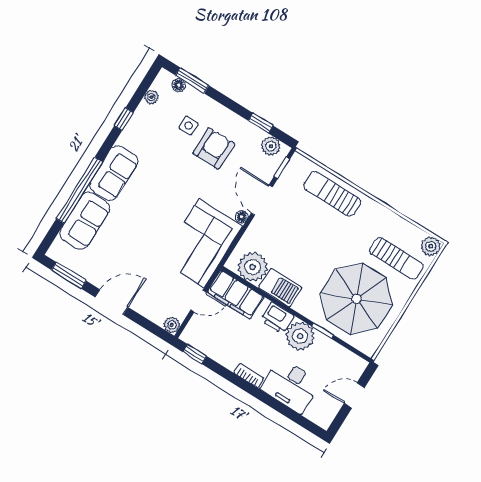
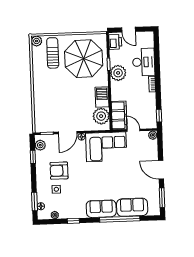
sun lounger: (332, 194) -> (43, 102), removed
printer: (277, 318) -> (115, 42), moved

